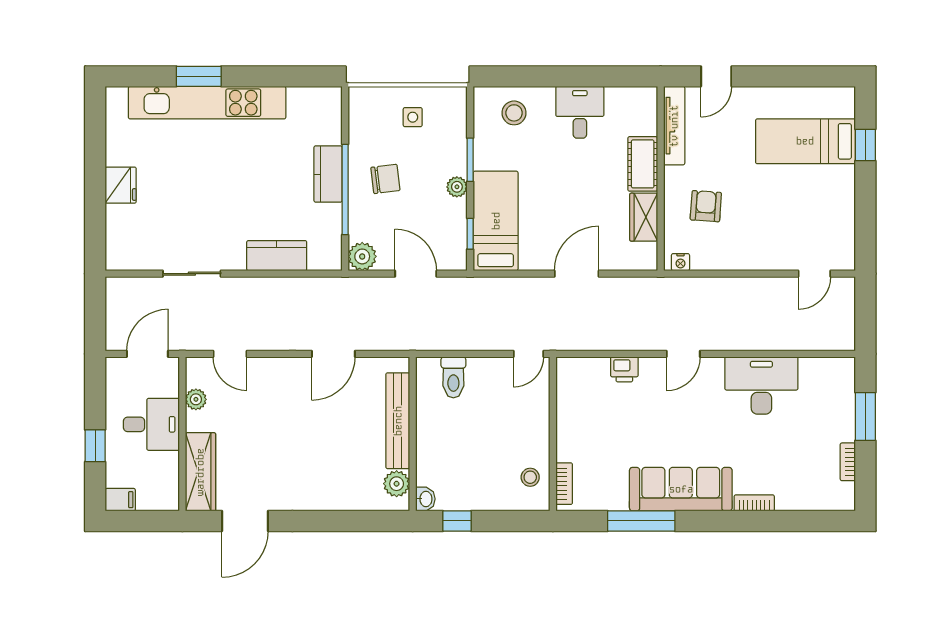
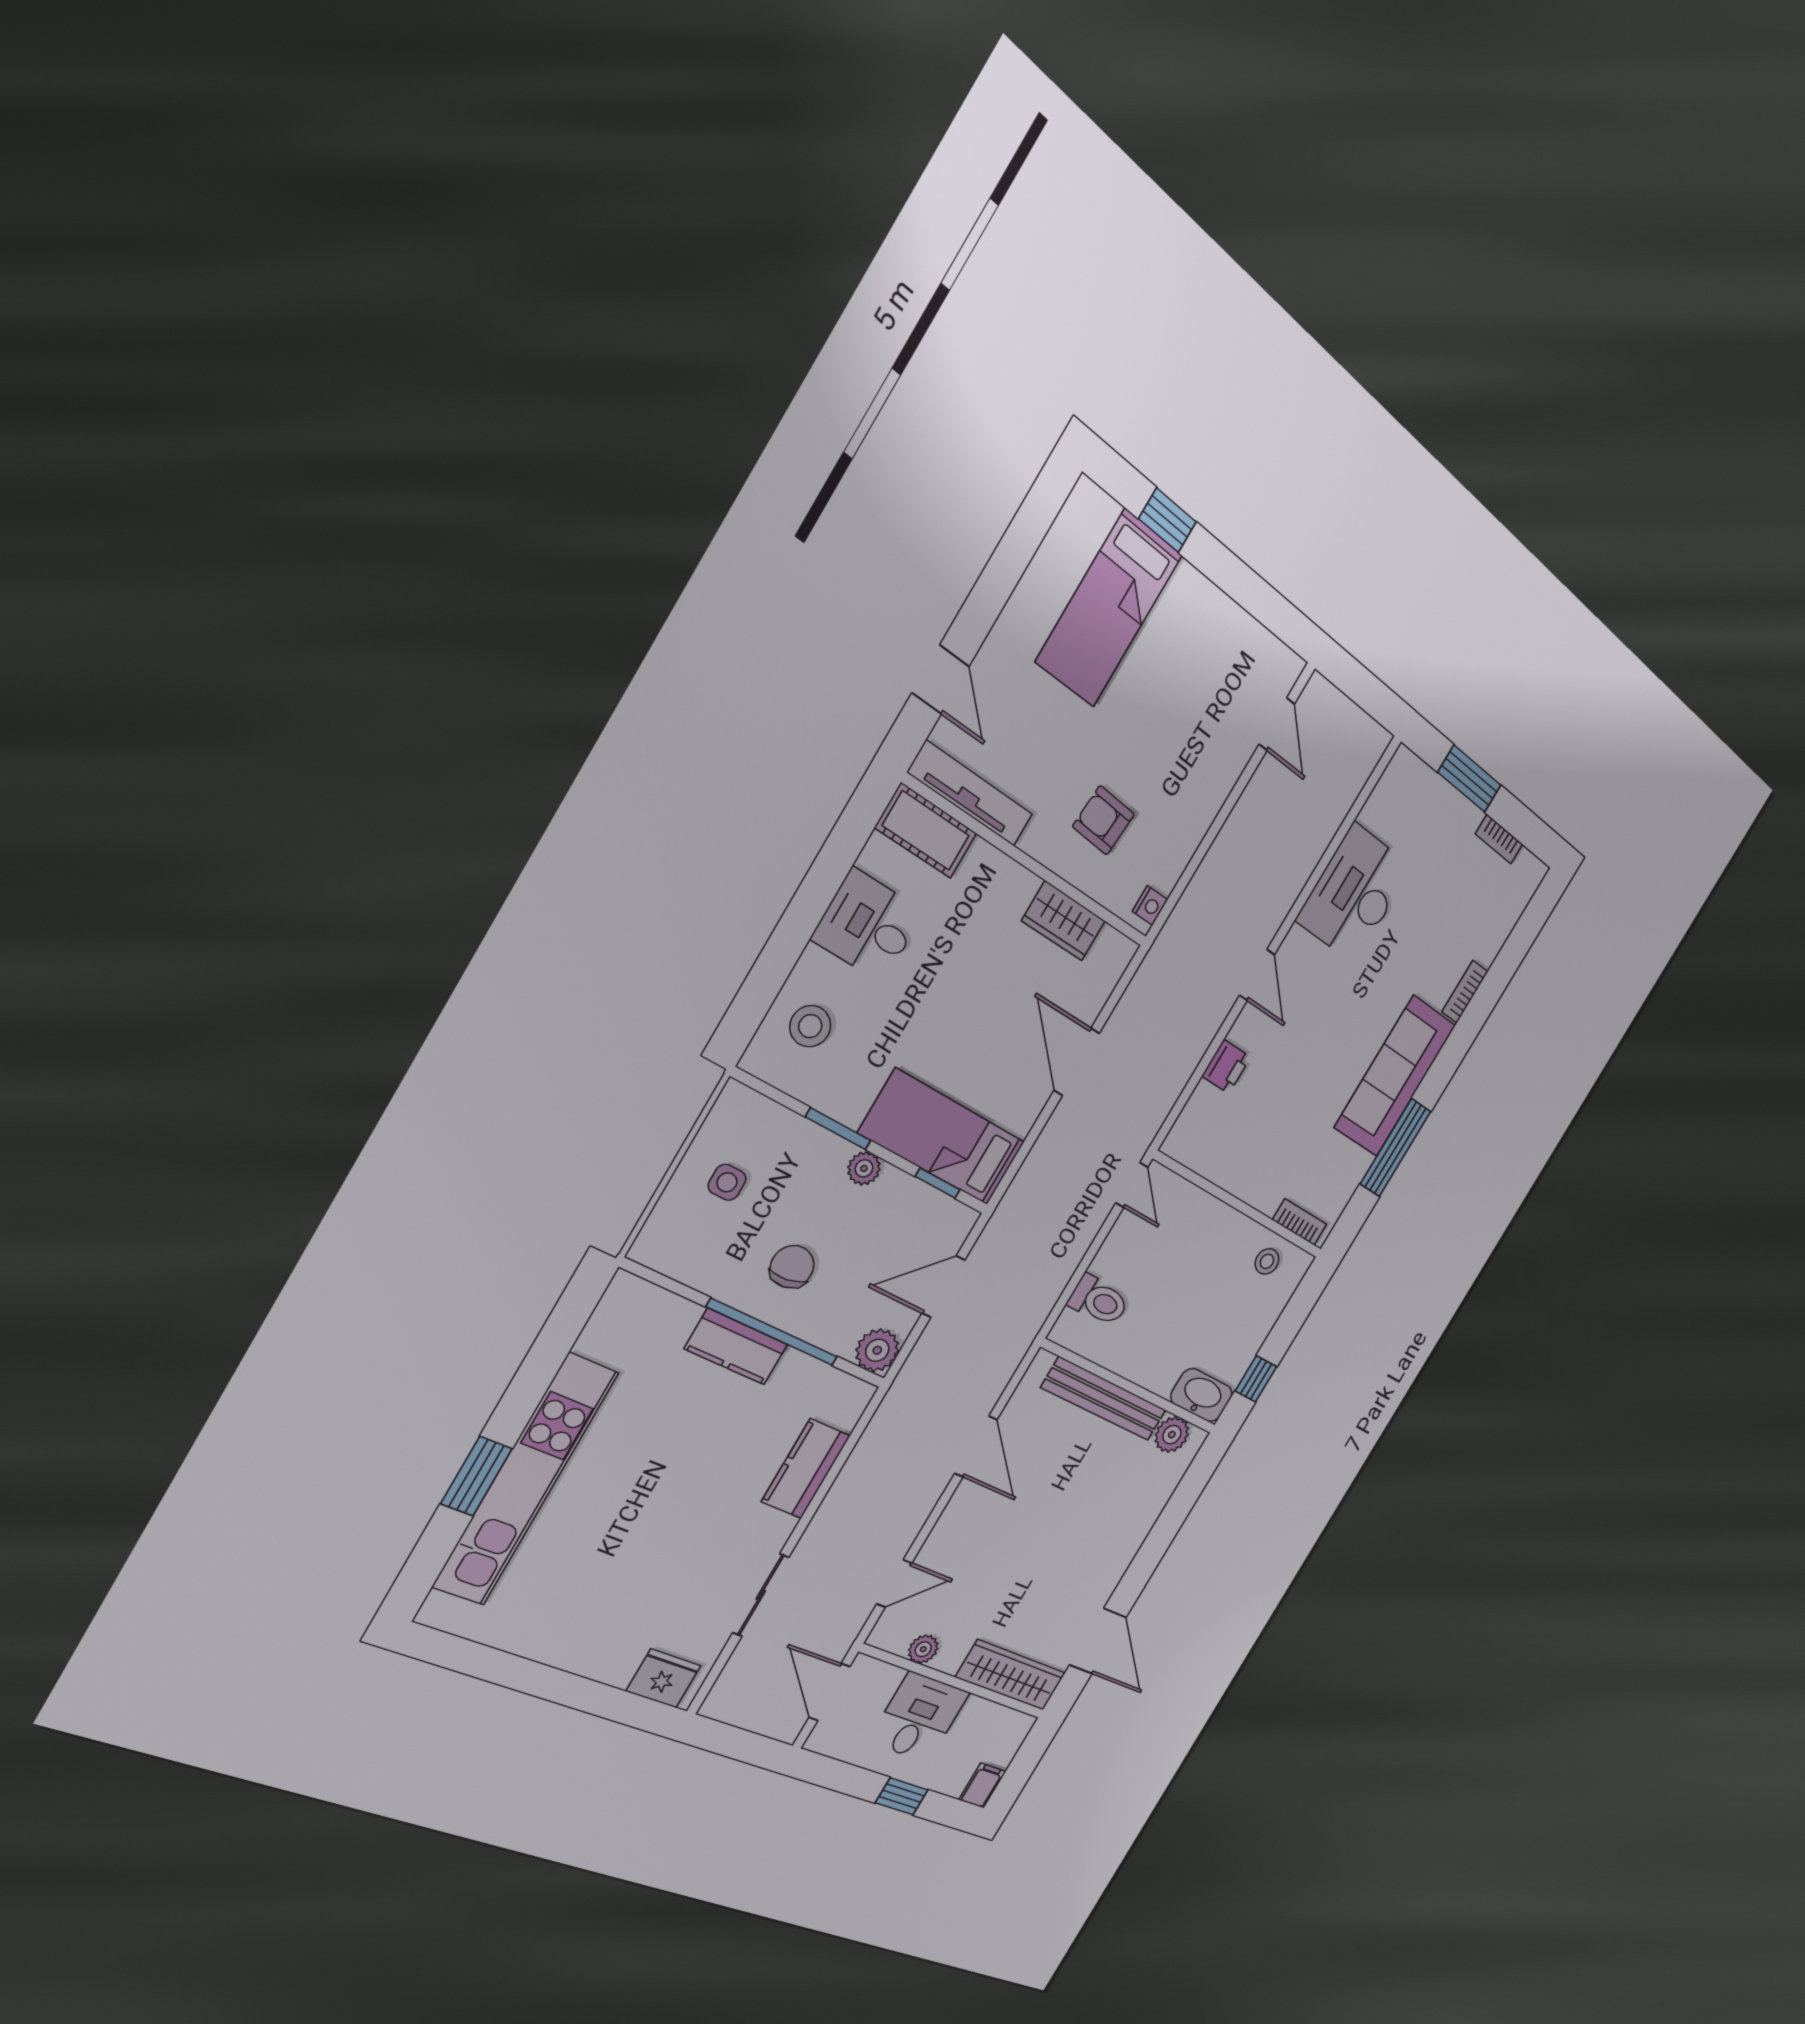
cot: (643, 164) -> (926, 831), moved
fridge: (121, 185) -> (664, 1678), moved
washbasin: (425, 499) -> (1202, 1395), width x1.91, depth x1.45

